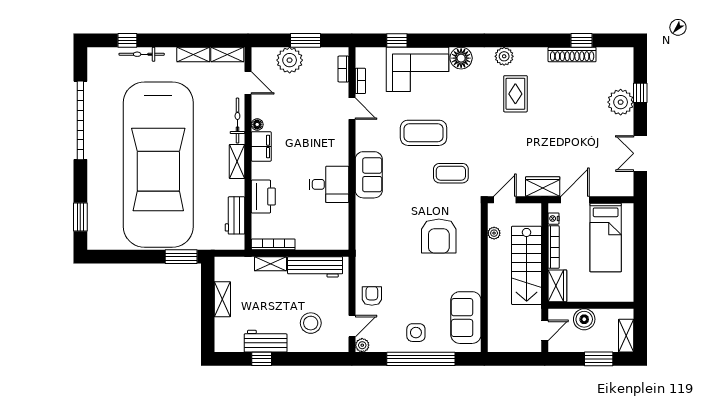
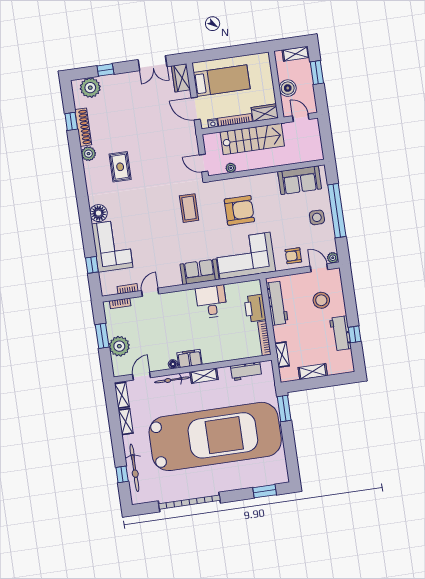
bicycle: (142, 54) -> (134, 468), width x1.37, depth x1.40
plant: (504, 56) -> (88, 154), moved
rug: (515, 94) -> (120, 167), turned 90
plant: (621, 102) -> (90, 88), moved
coffee table: (424, 133) -> (161, 234), removed
wardrobe: (543, 186) -> (181, 78), moved
printer: (263, 197) -> (255, 308), moved, turned -90
corner sofa: (381, 235) -> (245, 256), added
shelving: (270, 264) -> (282, 355), moved

